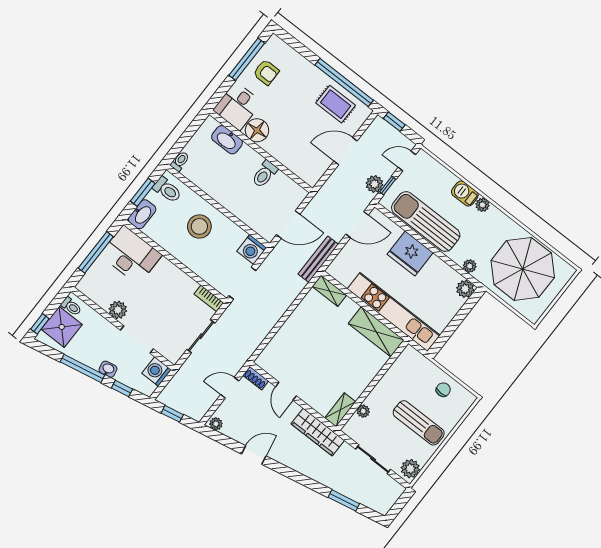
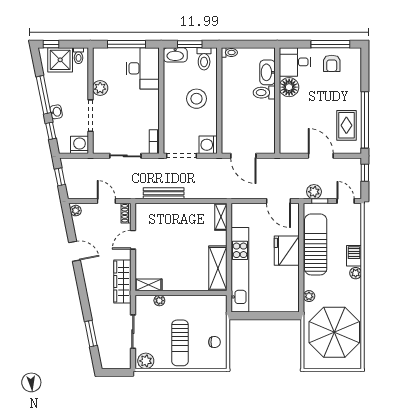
toilet: (265, 174) -> (264, 93), moved
bench: (318, 259) -> (164, 193), moved
plant: (465, 289) -> (292, 305), removed

